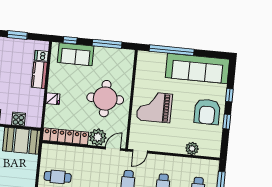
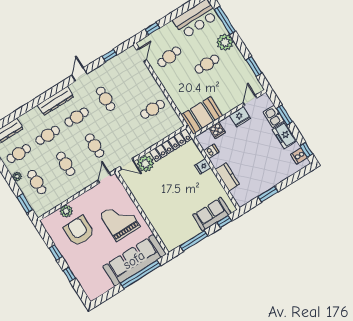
dishwasher: (41, 56) -> (211, 151), moved
sofa: (197, 68) -> (134, 260), moved
round table: (105, 99) -> (163, 198), removed
grand piano: (154, 107) -> (120, 221), turned -90
armchair: (207, 112) -> (79, 231), moved
door: (113, 149) -> (127, 164), hinge flipped

